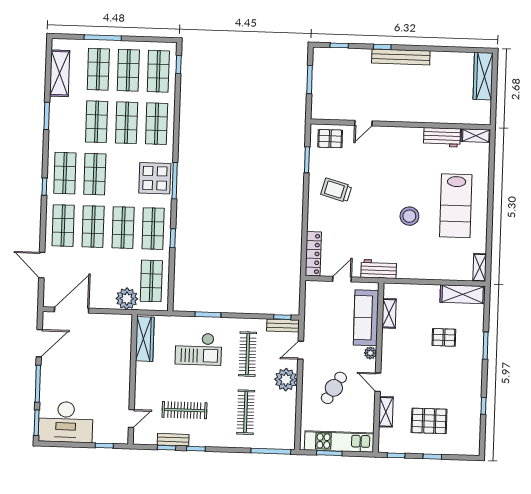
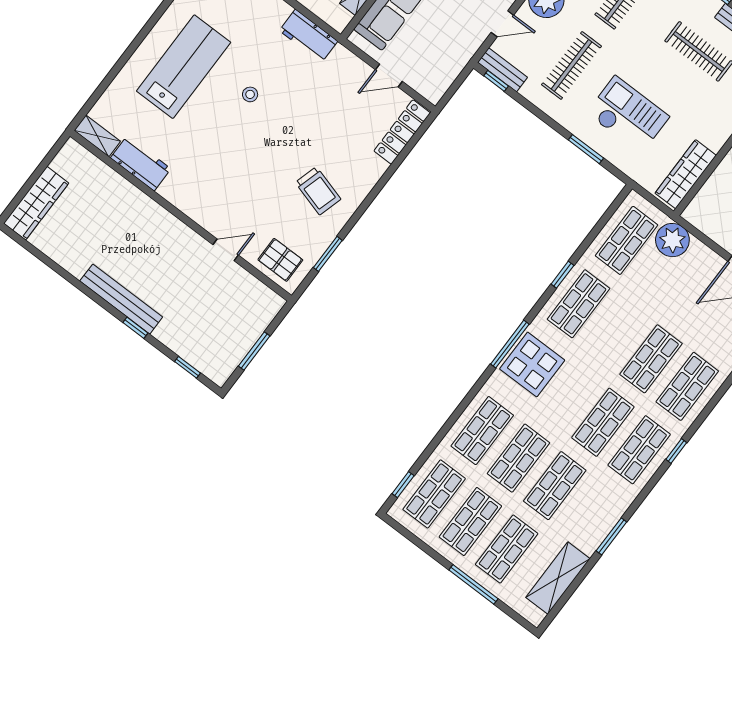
stool: (409, 216) -> (250, 94), width x0.53, depth x0.53
shop shelf: (123, 228) -> (615, 331), removed
workbench: (379, 269) -> (308, 36), moved

